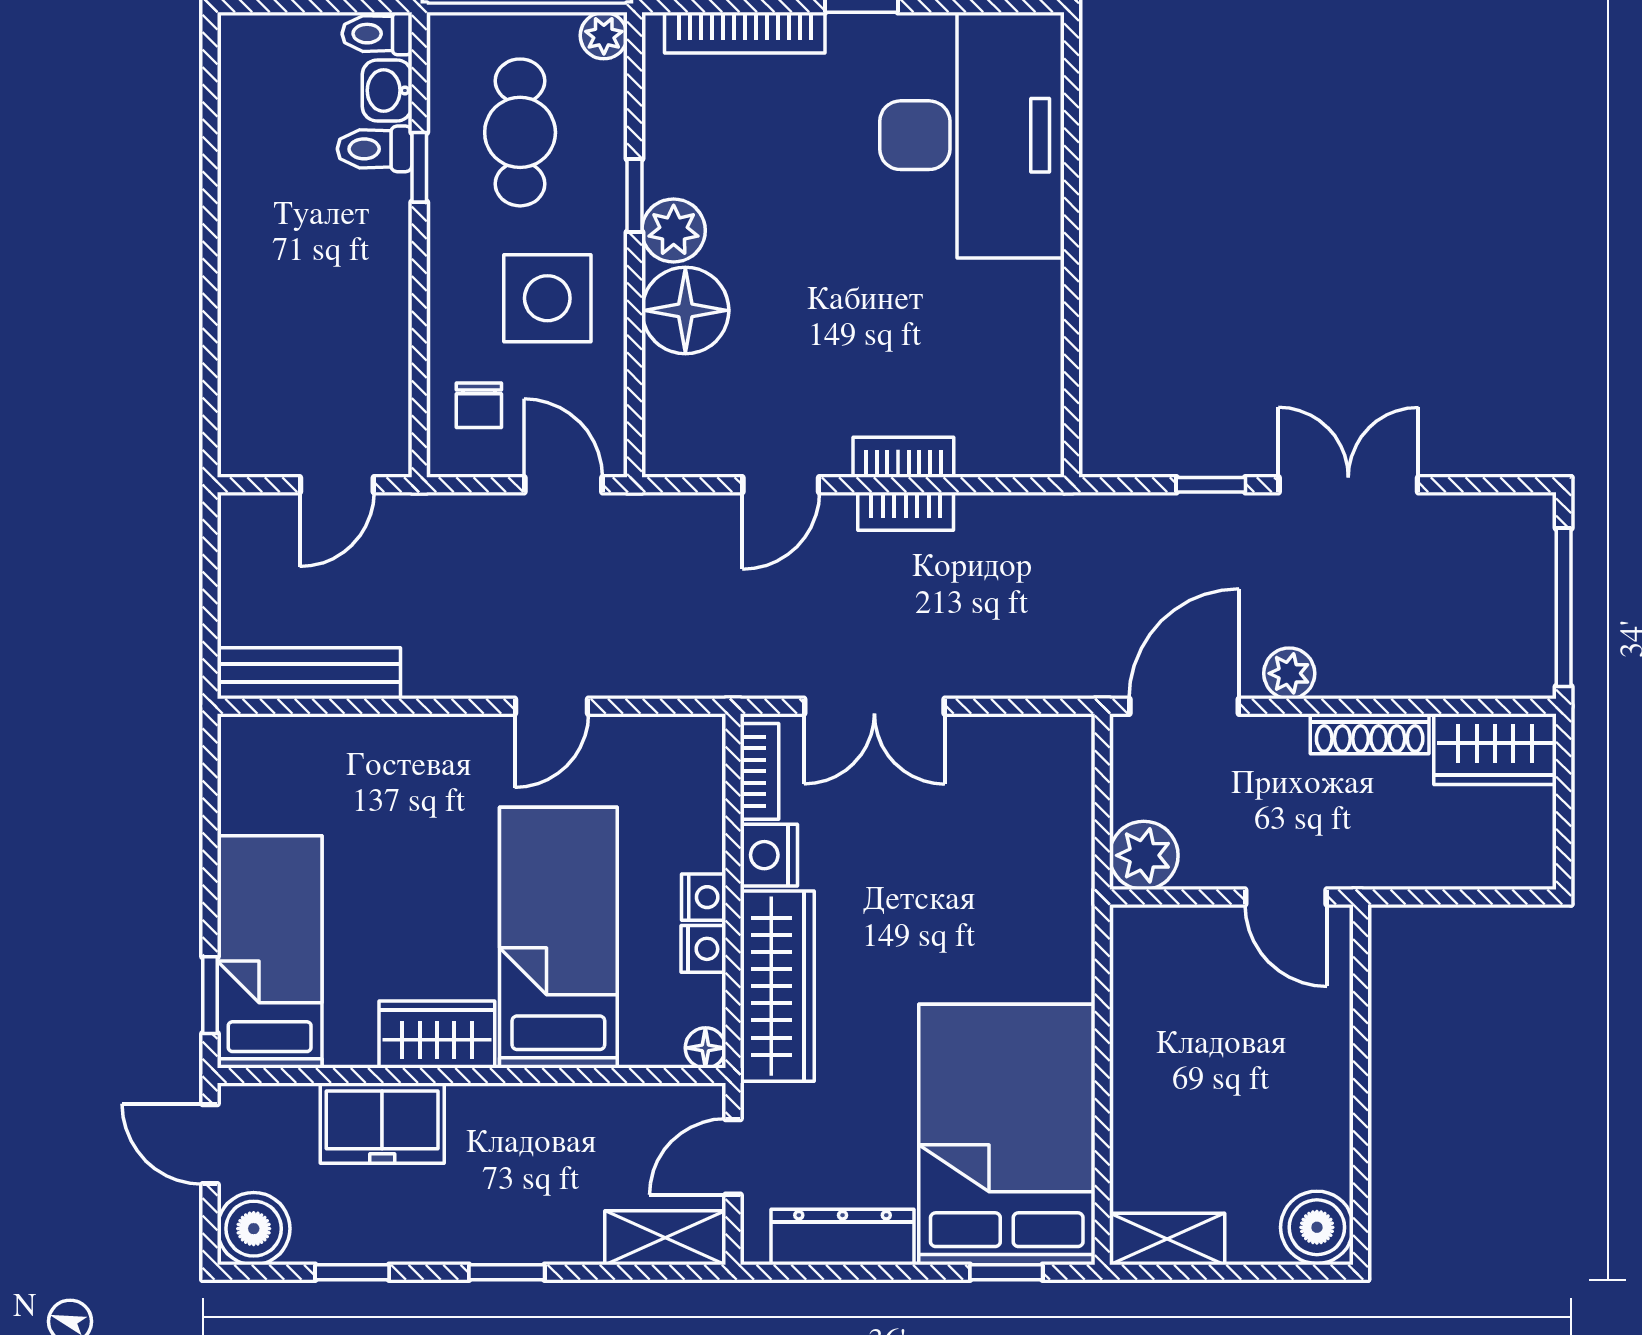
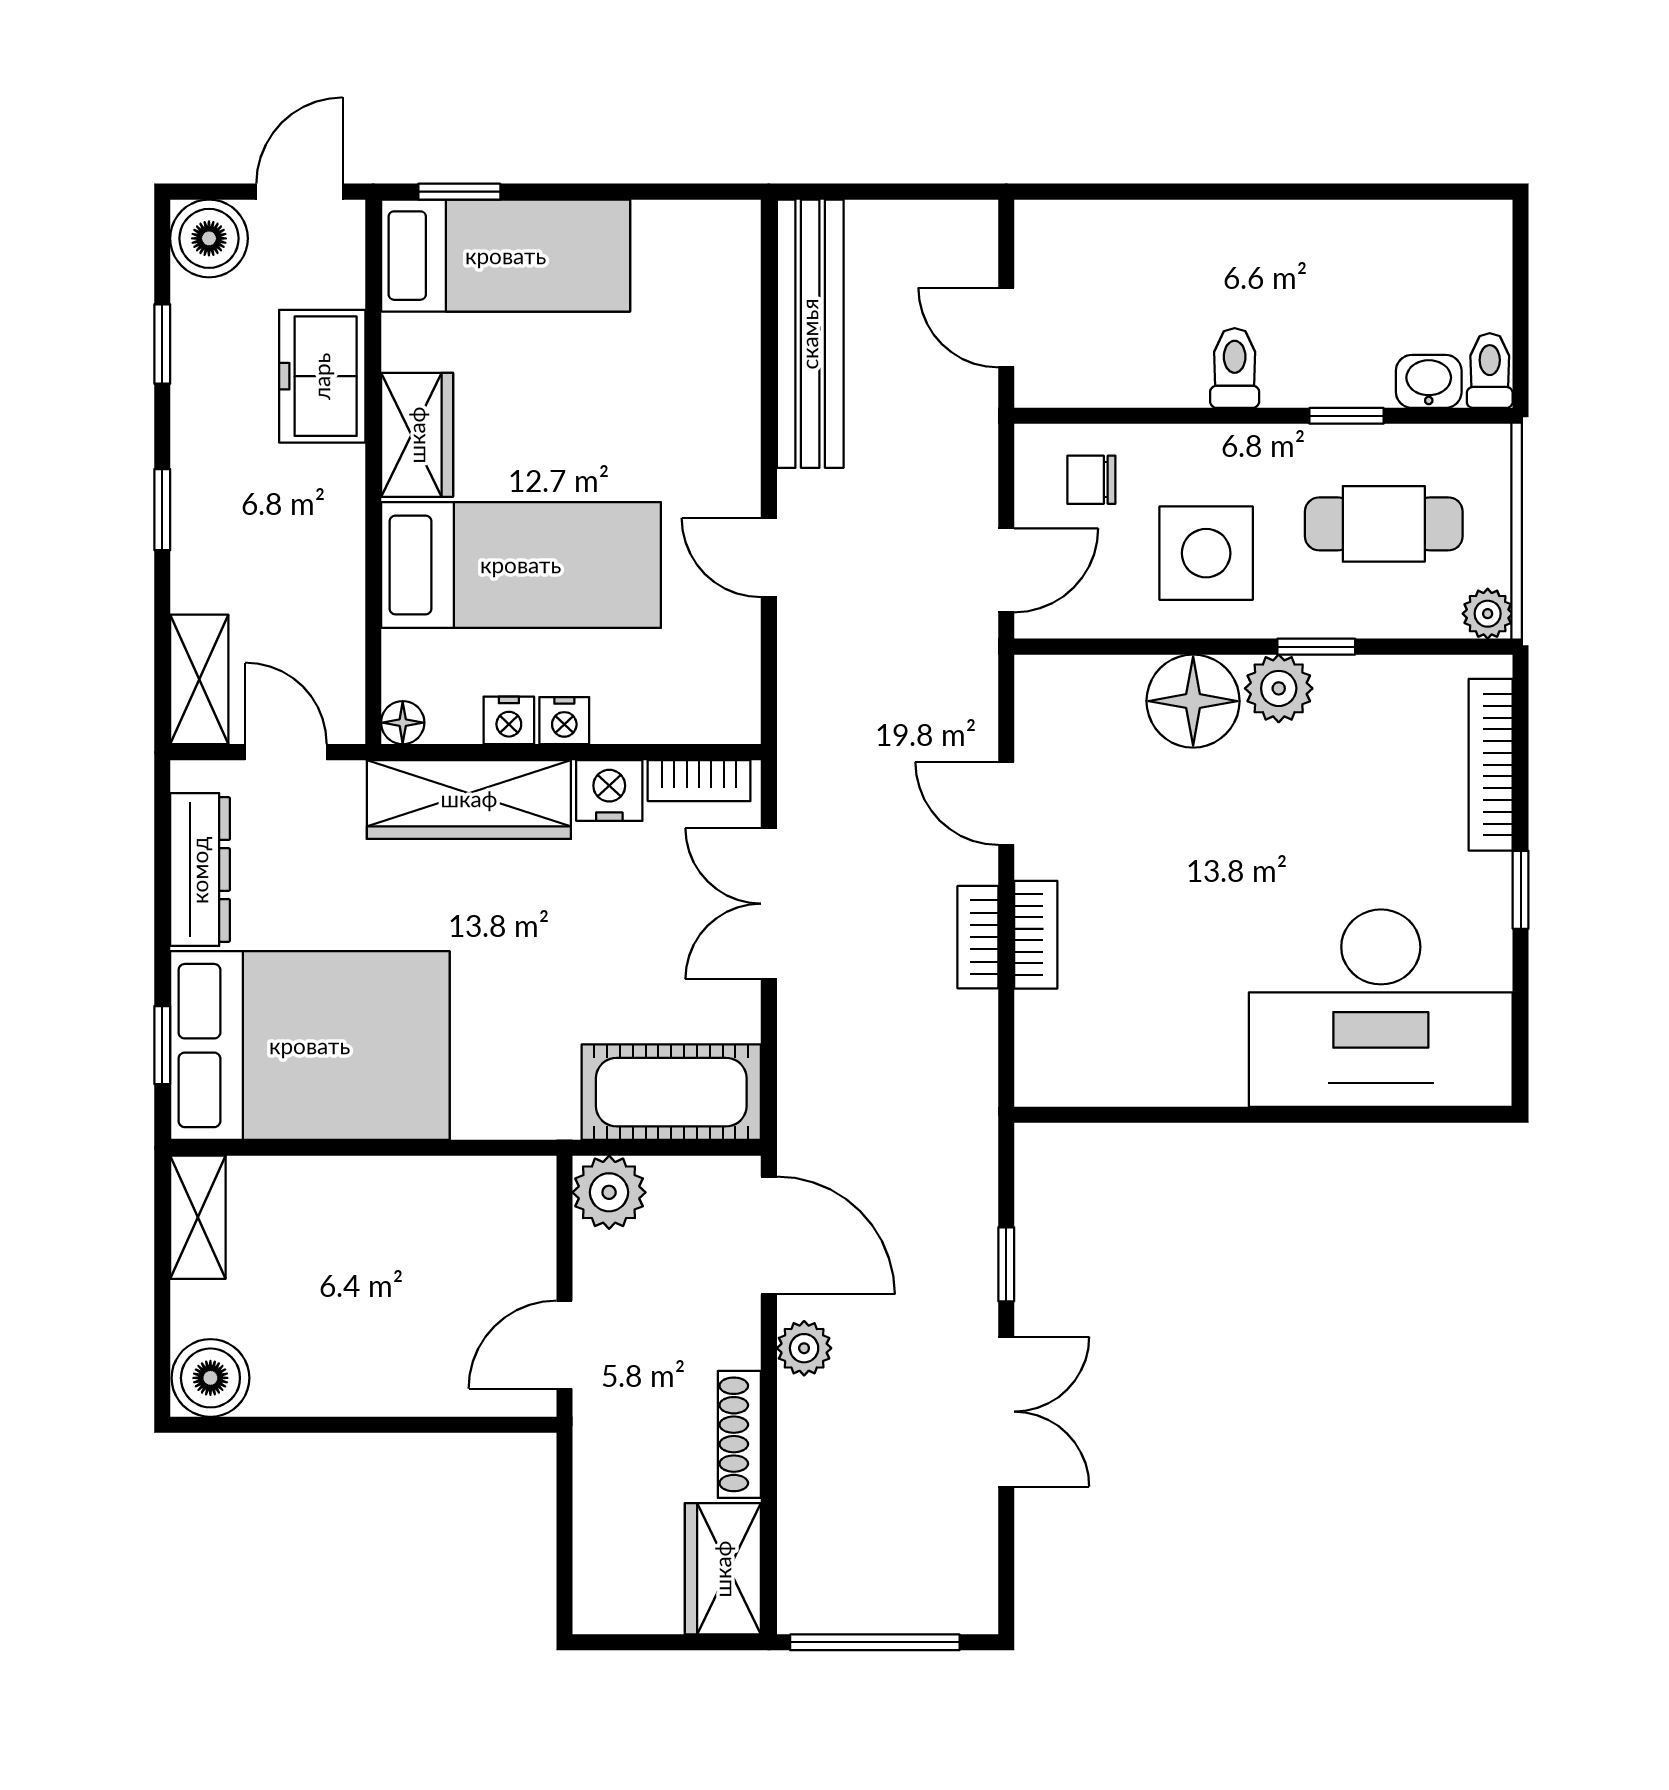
toilet: (375, 149) -> (1235, 368), moved
bench: (309, 673) -> (810, 334), width x1.37, depth x1.21
cot: (1050, 797) -> (671, 1092), added

